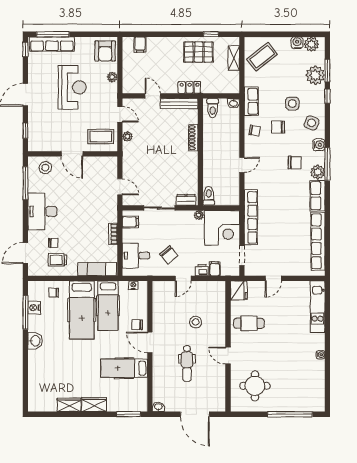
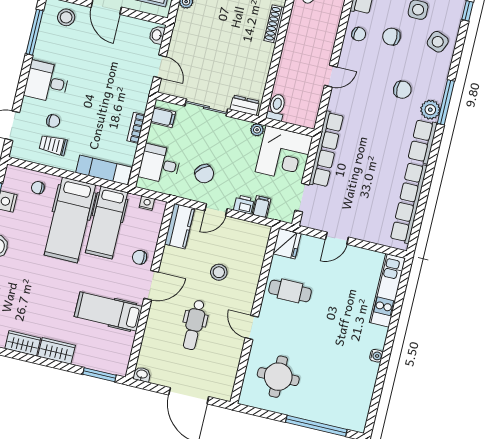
water cooler: (319, 145) -> (440, 73), removed
washbasin: (112, 165) -> (157, 35), added
desk: (42, 211) -> (47, 82), width x0.73
kitchen counter: (160, 296) -> (179, 226), added
door: (150, 342) -> (151, 285), swing flipped

